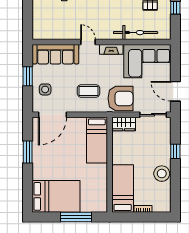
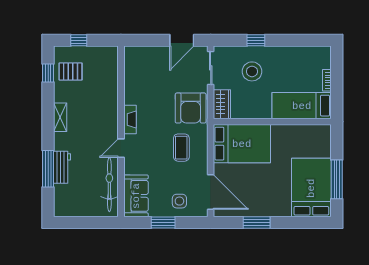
bicycle: (136, 33) -> (109, 185), moved
sofa: (55, 54) -> (136, 196), width x0.73
corner sofa: (147, 61) -> (144, 75), removed
armchair: (121, 98) -> (191, 108), turned 180
bed: (97, 140) -> (242, 144), width x1.50
stool: (162, 174) -> (252, 71), moved
window: (76, 217) -> (337, 179), moved

